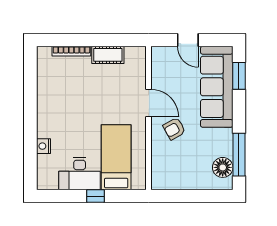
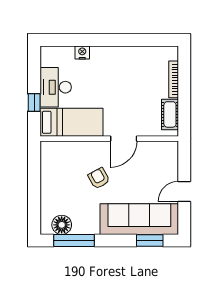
door: (149, 103) -> (124, 139), moved
wall: (149, 118) -> (109, 139), moved

